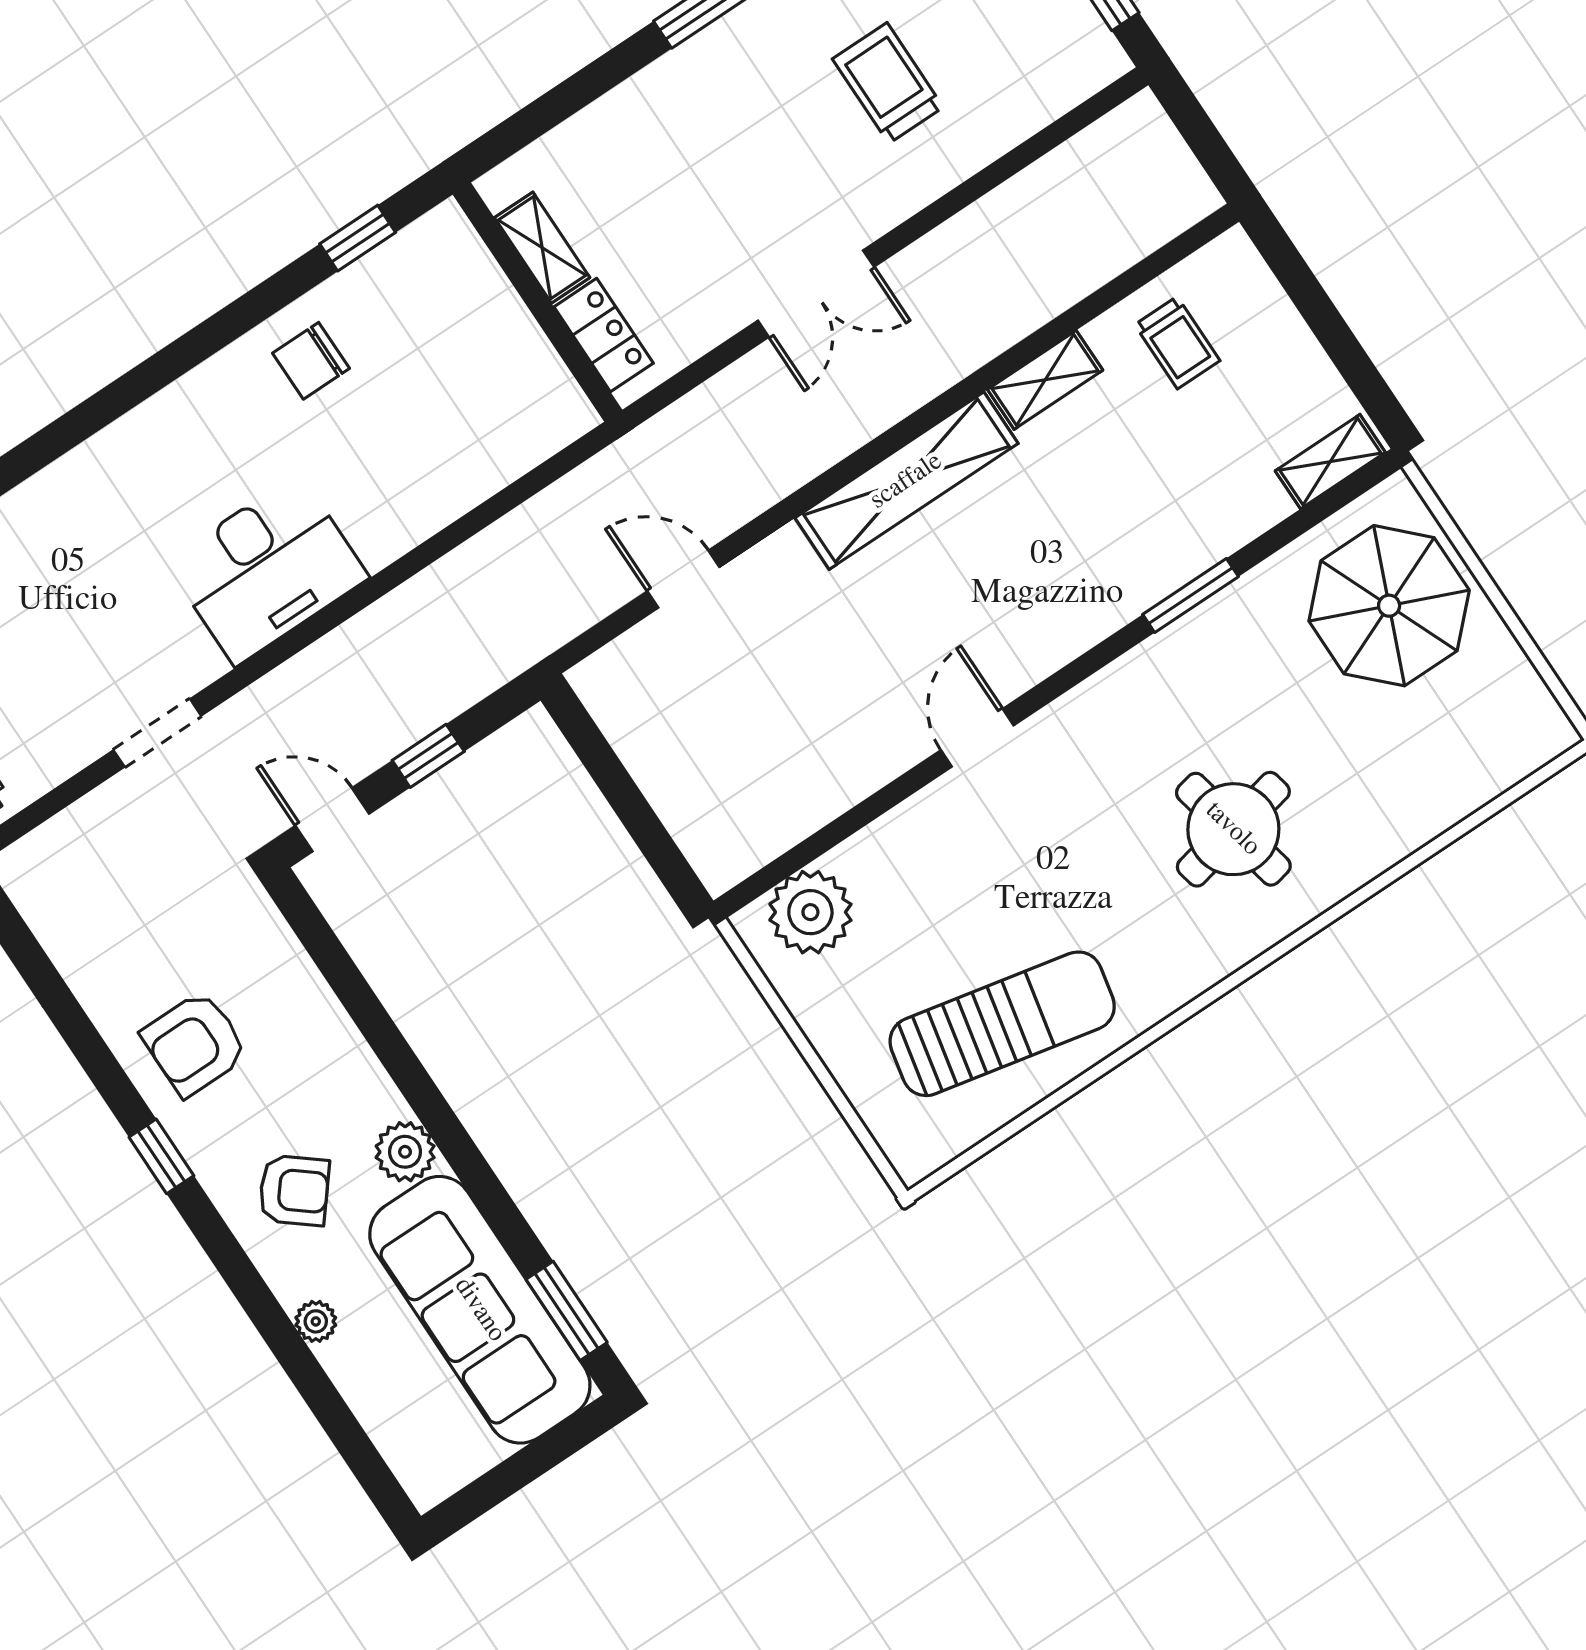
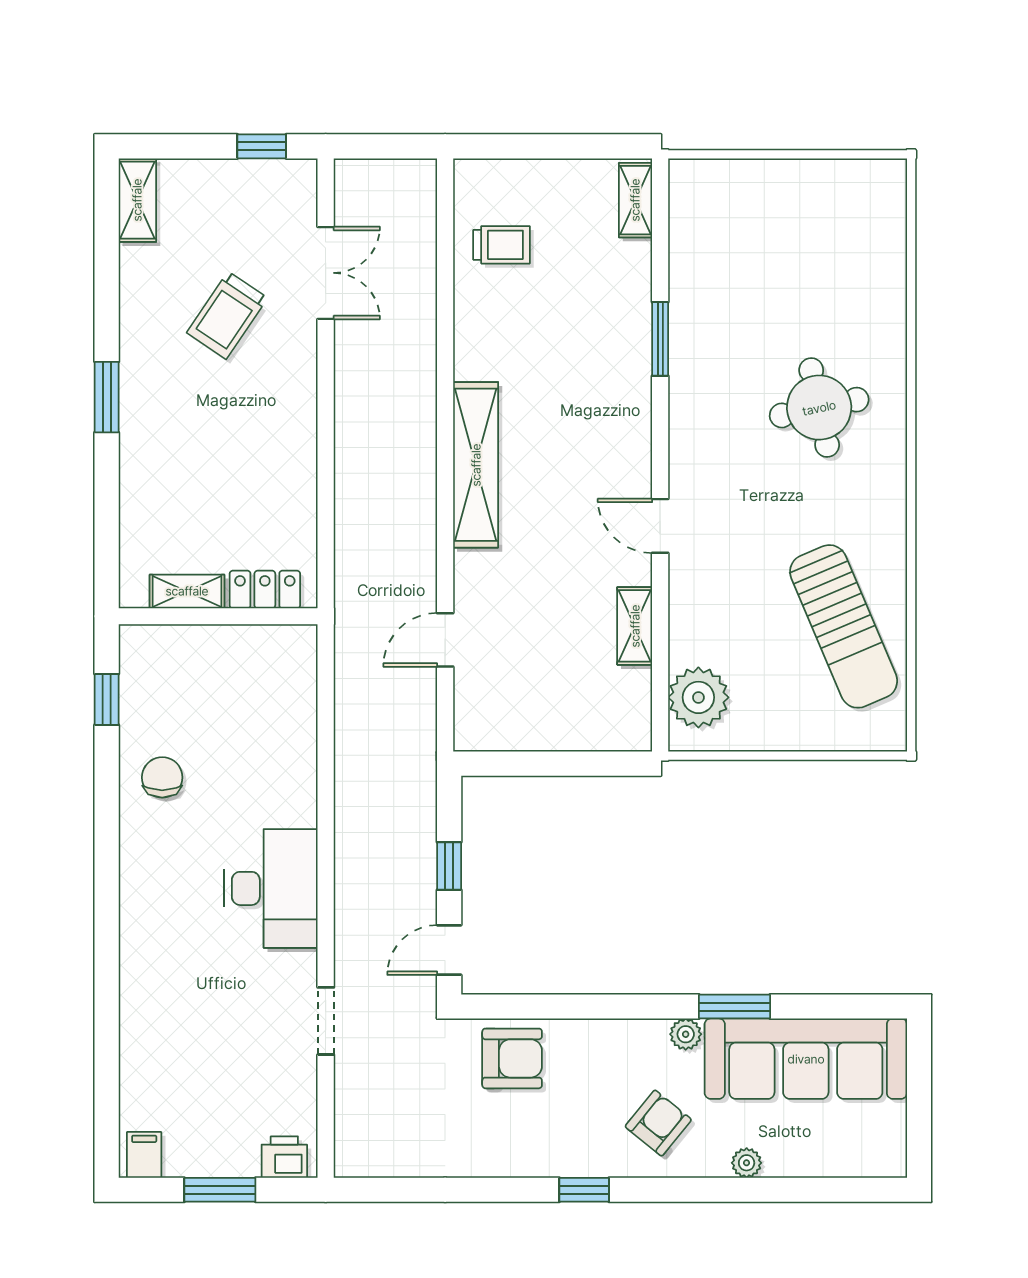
trolley: (888, 83) -> (227, 315), turned -56
double door: (816, 294) -> (326, 273), moved
chair: (311, 361) -> (162, 777), turned 180
shelving: (1045, 380) -> (635, 626), moved
parasol: (1389, 606) -> (747, 223), removed
sun lounger: (1002, 1024) -> (844, 626), turned 145
armchair: (195, 1044) -> (512, 1058), moved, turned -90
plant: (405, 1152) -> (686, 1034), width x0.73, depth x0.73
window: (567, 1311) -> (734, 1007), moved

